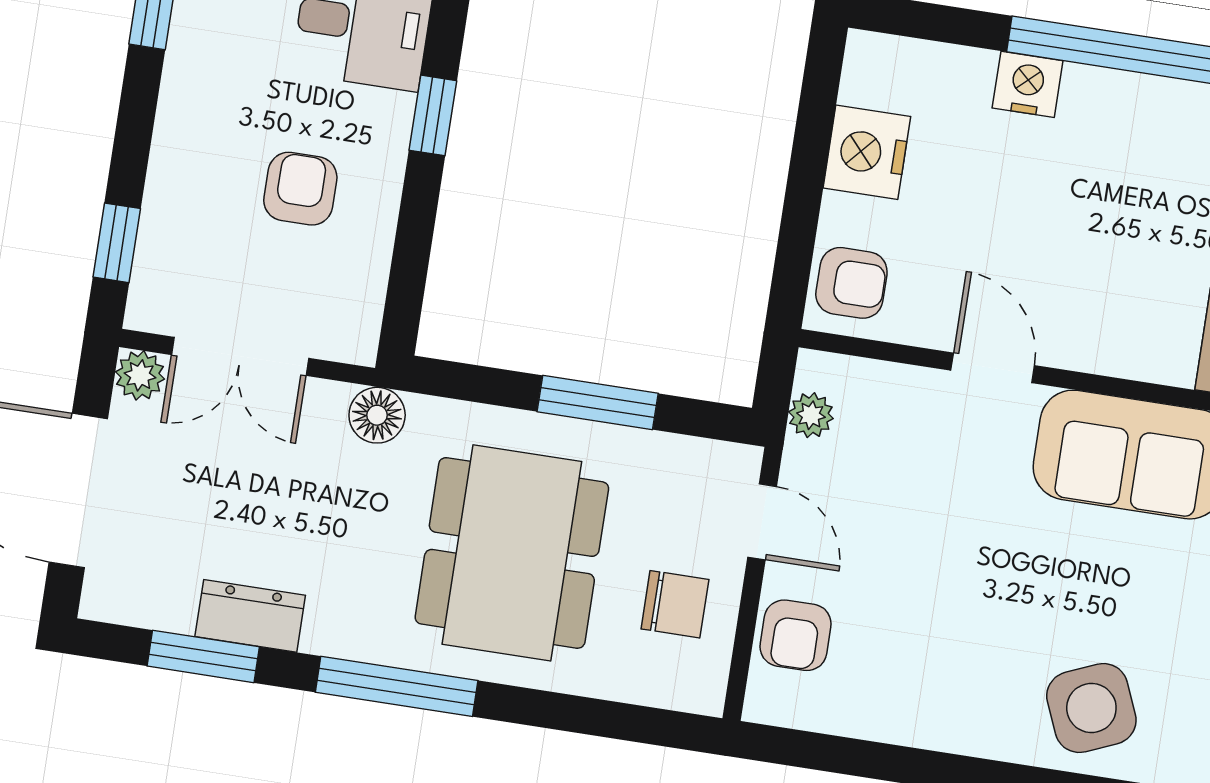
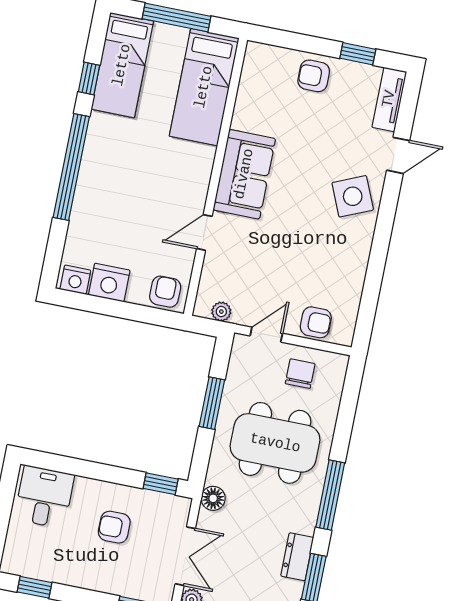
nightstand: (1028, 84) -> (75, 280), moved, turned -90
window: (433, 115) -> (161, 484), moved

